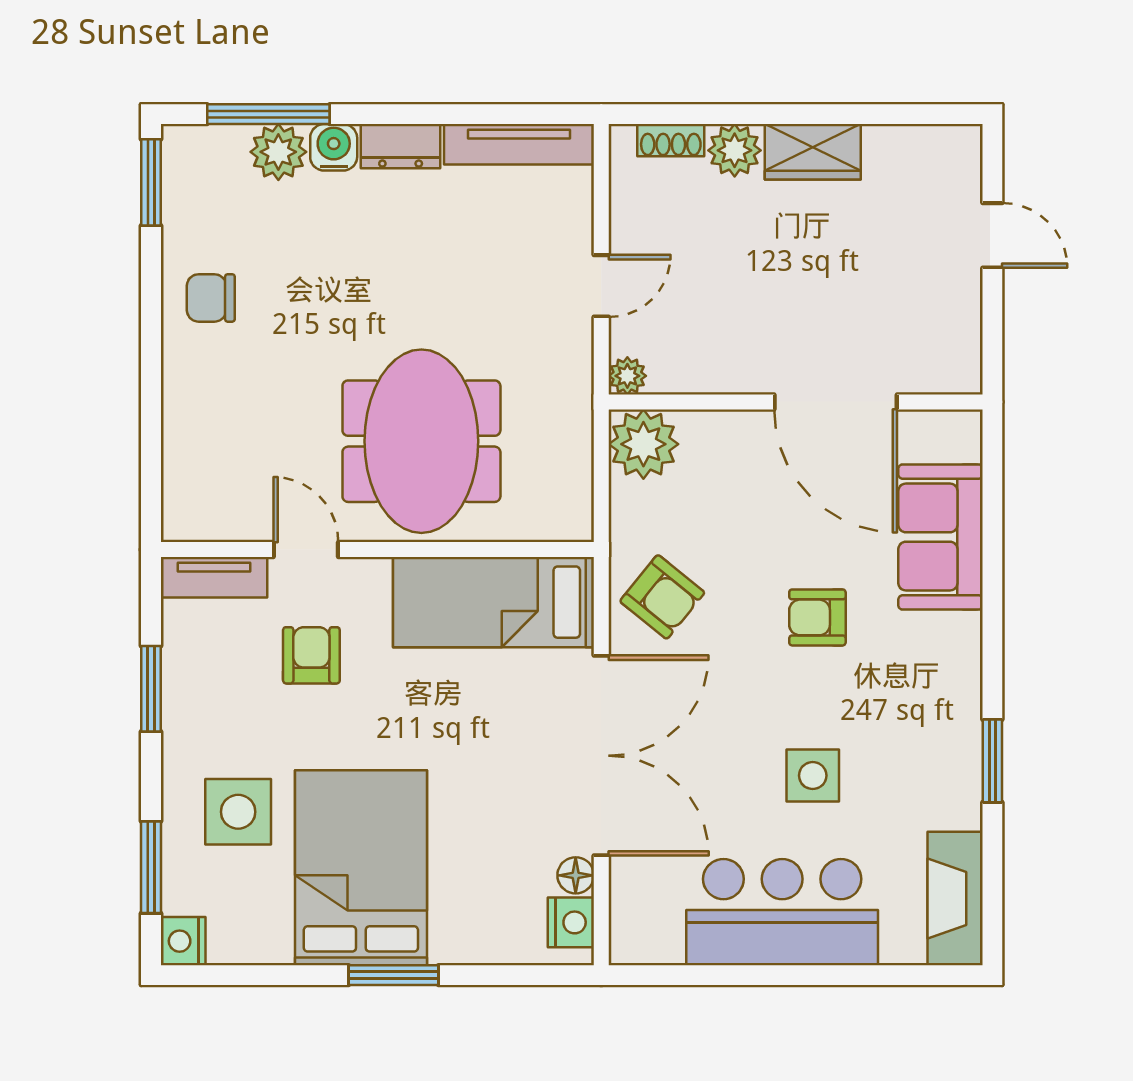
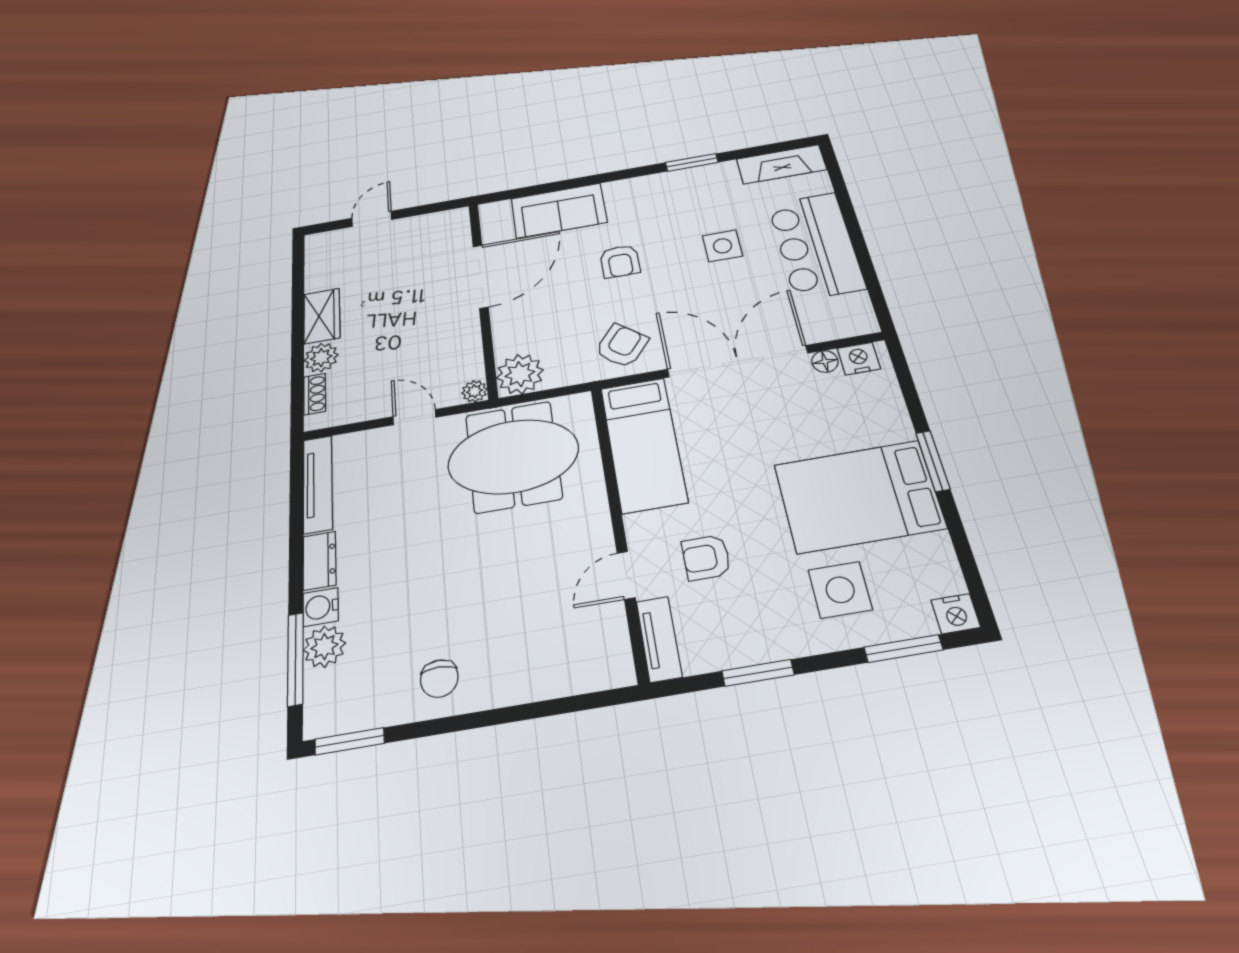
meeting table: (421, 441) -> (513, 456), moved

